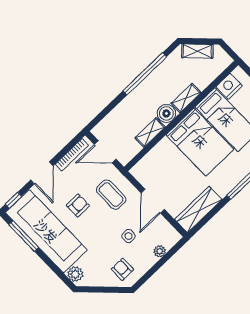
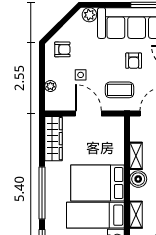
shelving: (186, 98) -> (136, 215), moved

